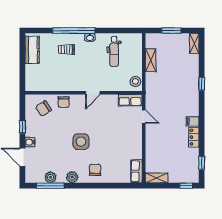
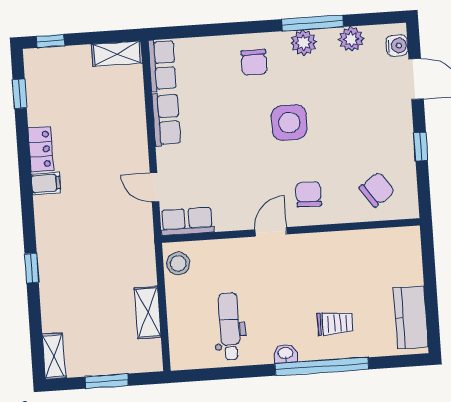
chair: (64, 102) -> (309, 194), moved
water cooler: (30, 142) -> (397, 46), moved
row of seats: (136, 147) -> (166, 119), added
window: (50, 186) -> (313, 23), moved

